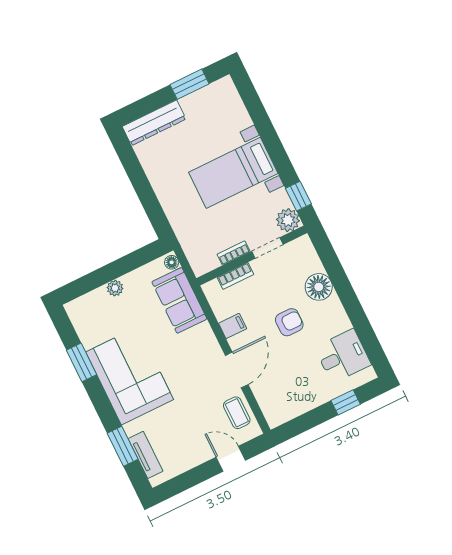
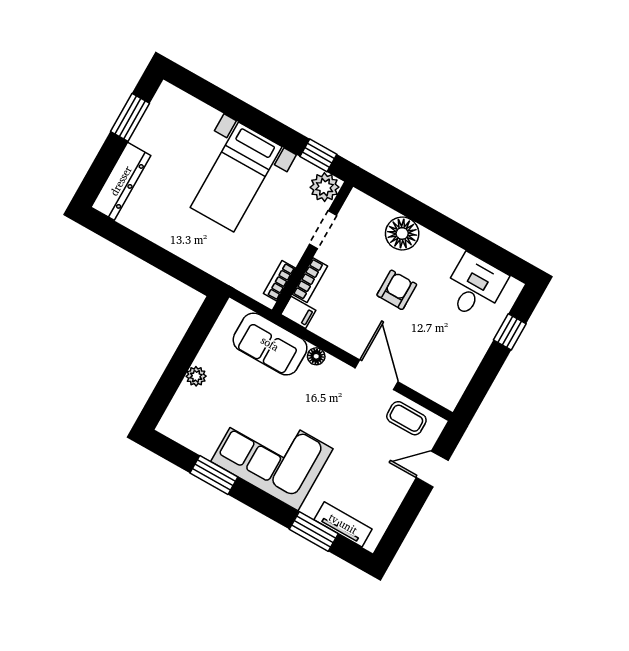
bookcase: (234, 253) -> (279, 281), moved
floor lamp: (172, 262) -> (316, 356), moved
filing cabinet: (233, 326) -> (298, 312), moved, turned 90

